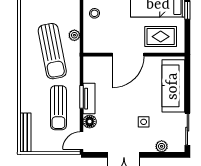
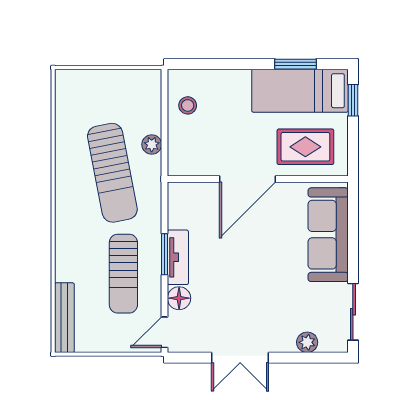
side table: (144, 122) -> (275, 299), removed

